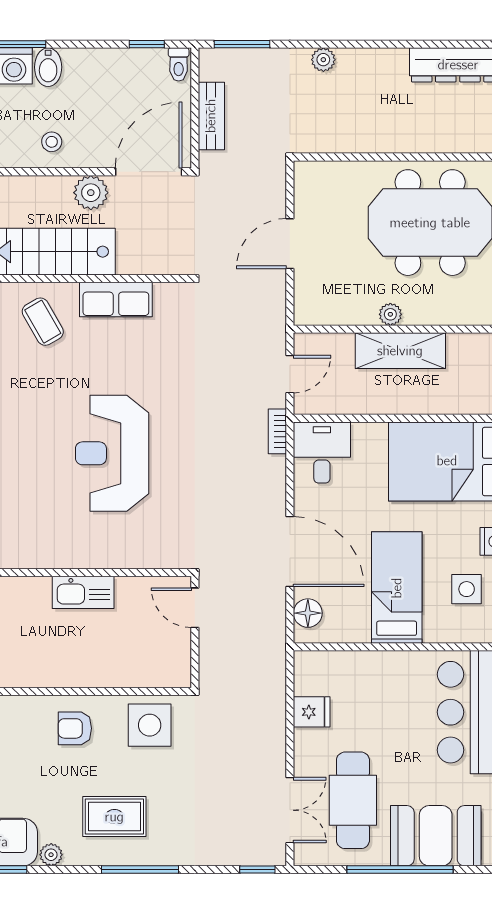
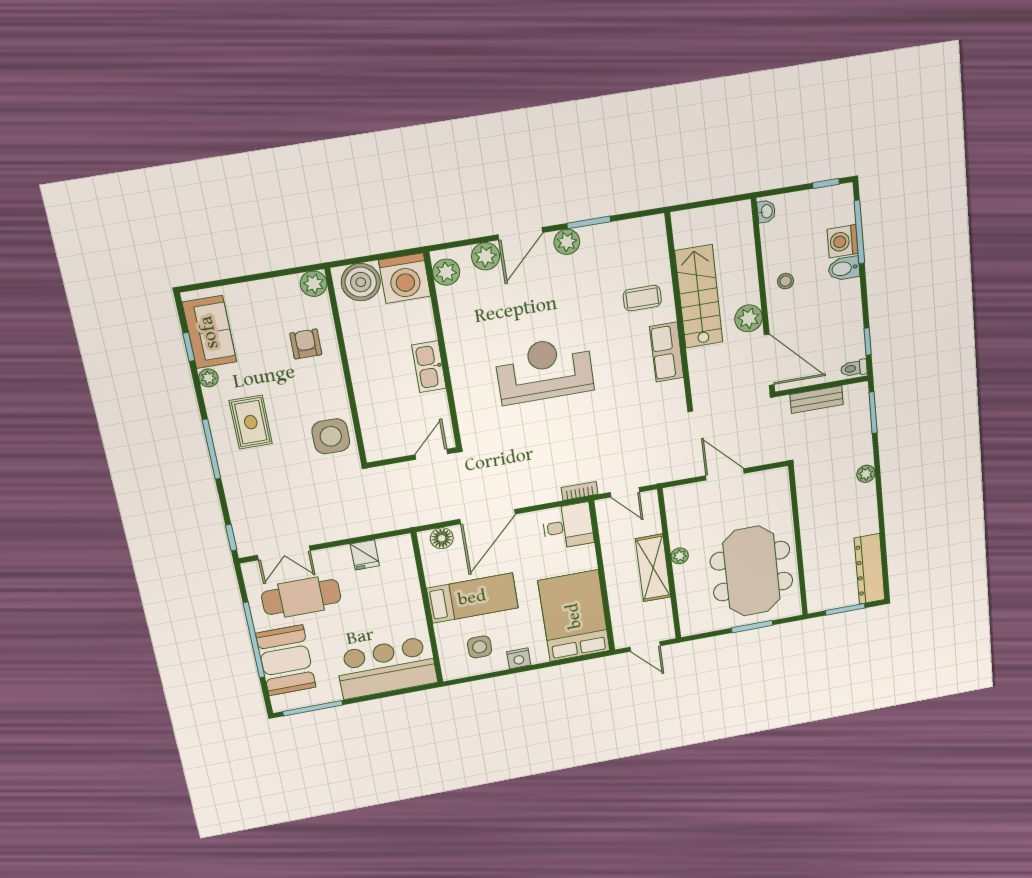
coffee table: (43, 322) -> (642, 298), turned 30
armchair: (75, 728) -> (306, 344), moved

